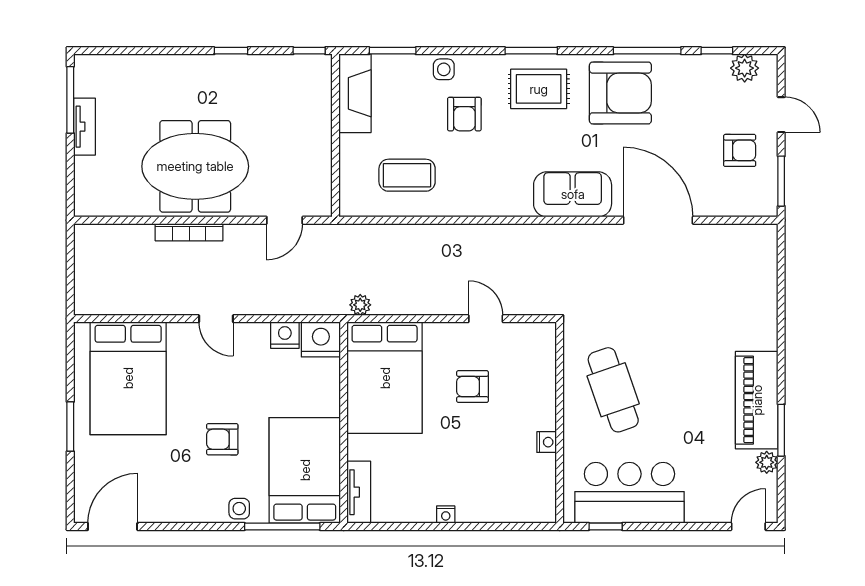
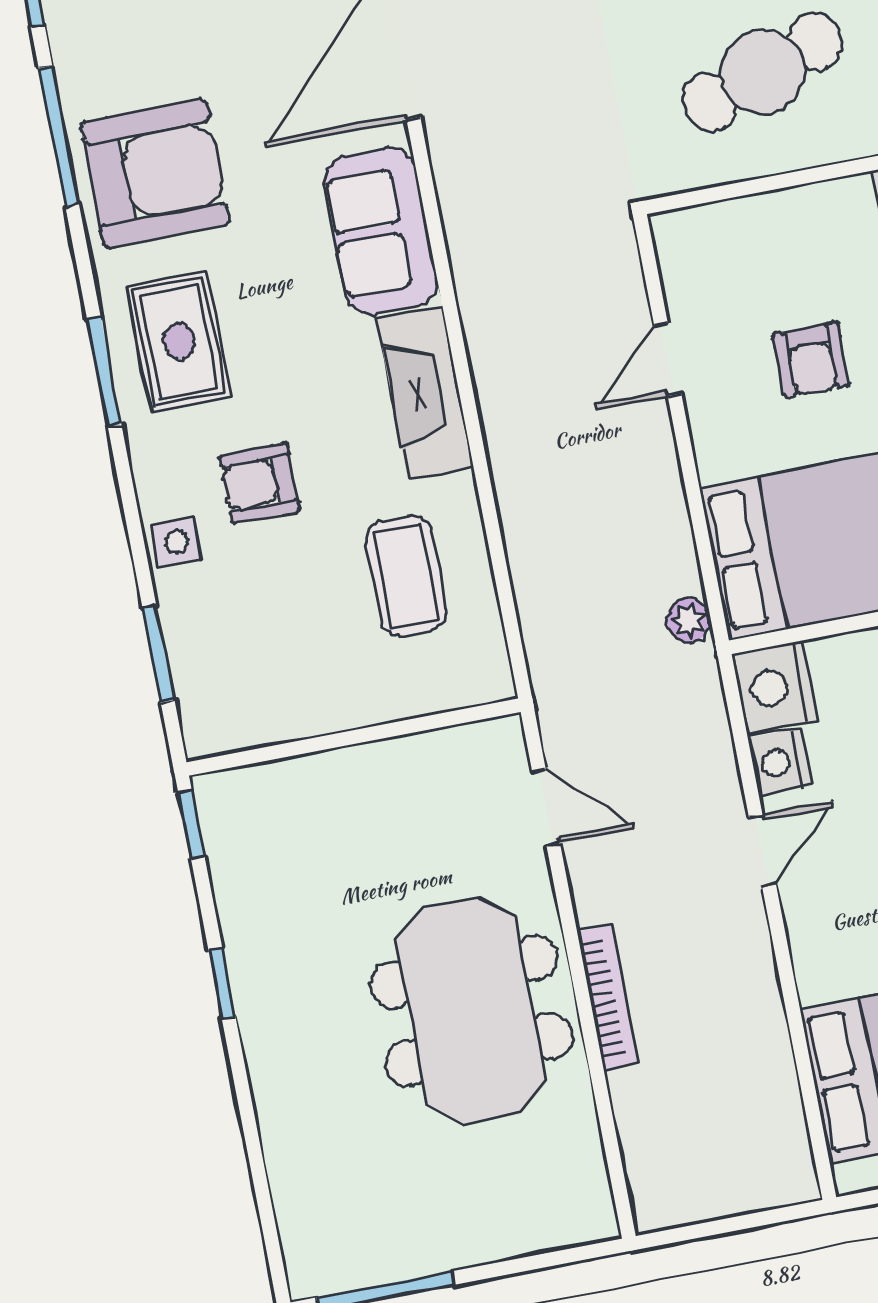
fireplace: (355, 93) -> (425, 393), moved, turned -90
armchair: (620, 93) -> (155, 174), turned 90
armchair: (464, 114) -> (260, 483), turned 180
tv unit: (84, 127) -> (434, 1252), removed
door: (216, 319) -> (762, 851), moved

